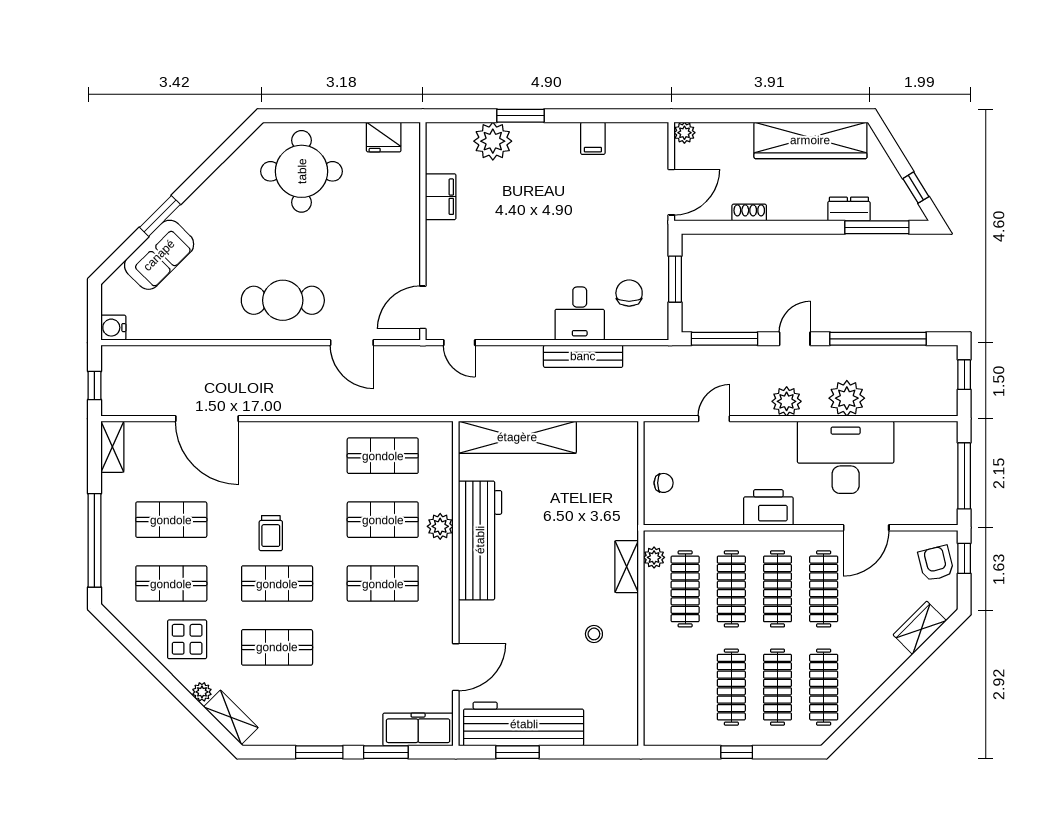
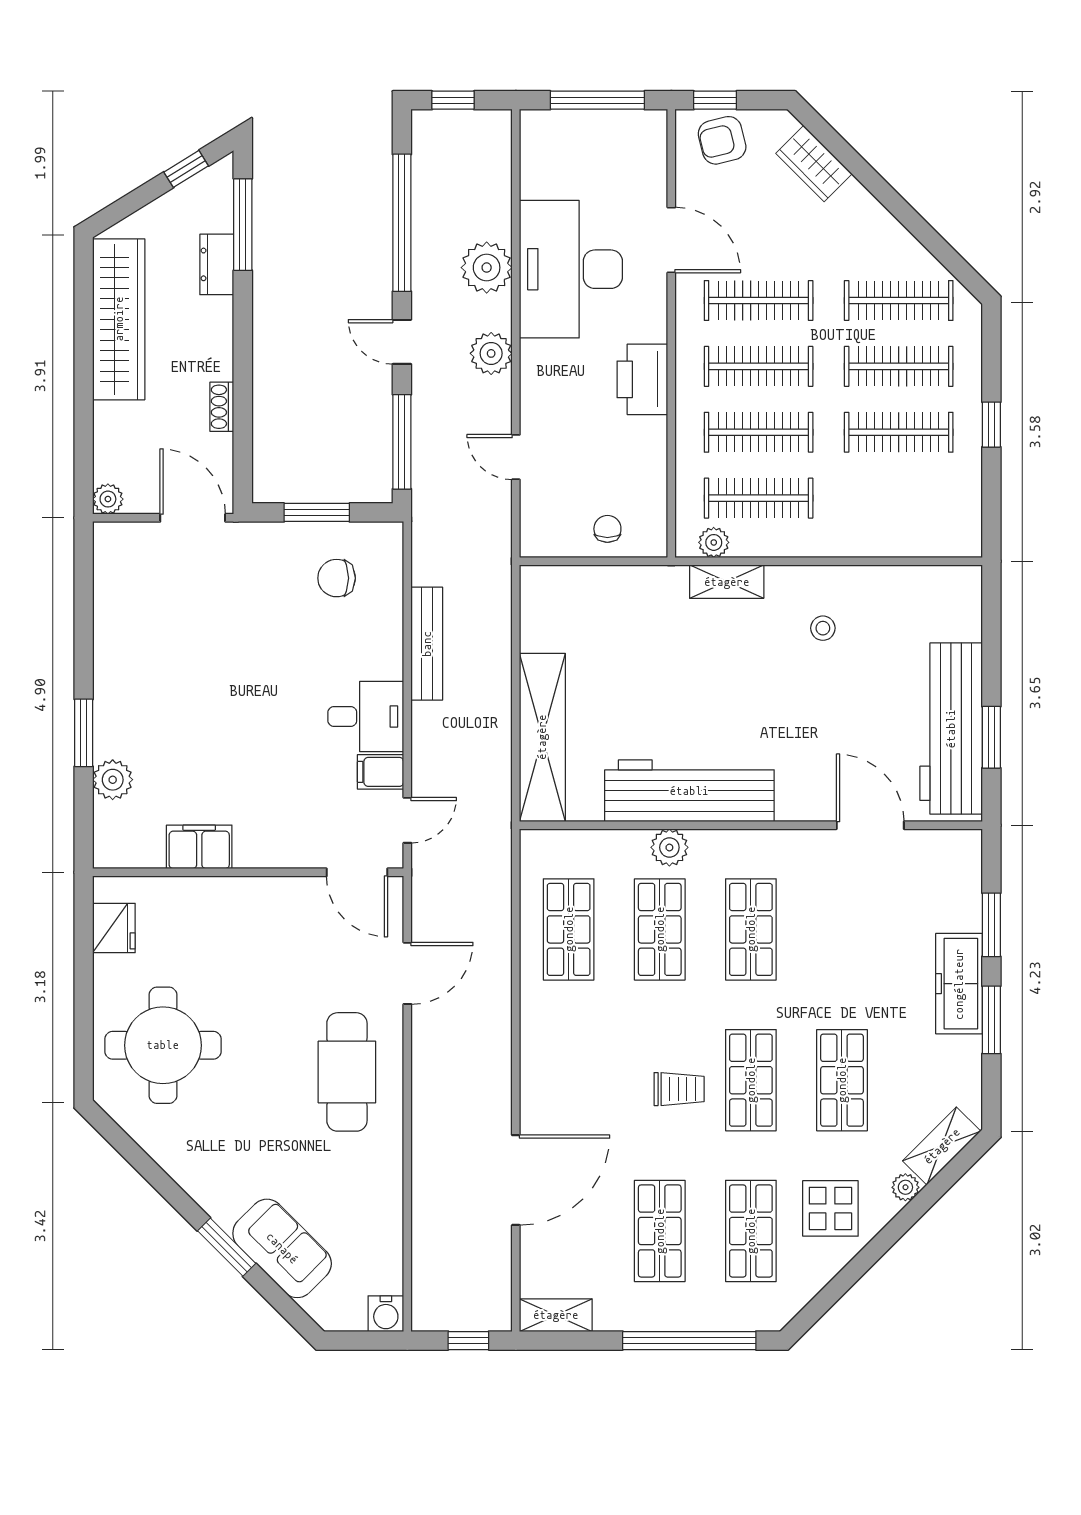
filing cabinet: (593, 138) -> (381, 772), moved, turned 180
plant: (493, 141) -> (113, 780), width x0.73, depth x0.73
desk: (580, 314) -> (366, 717), moved
freezer: (418, 729) -> (959, 984), moved

